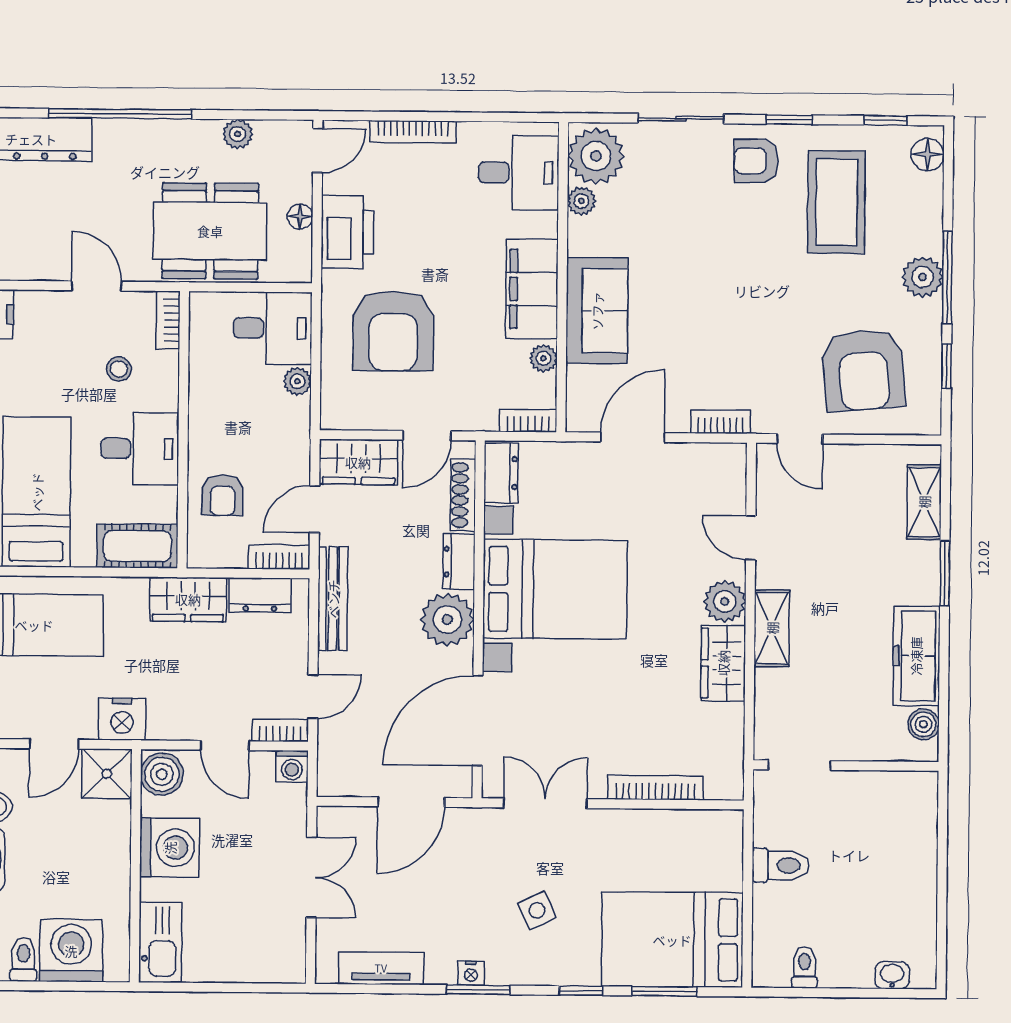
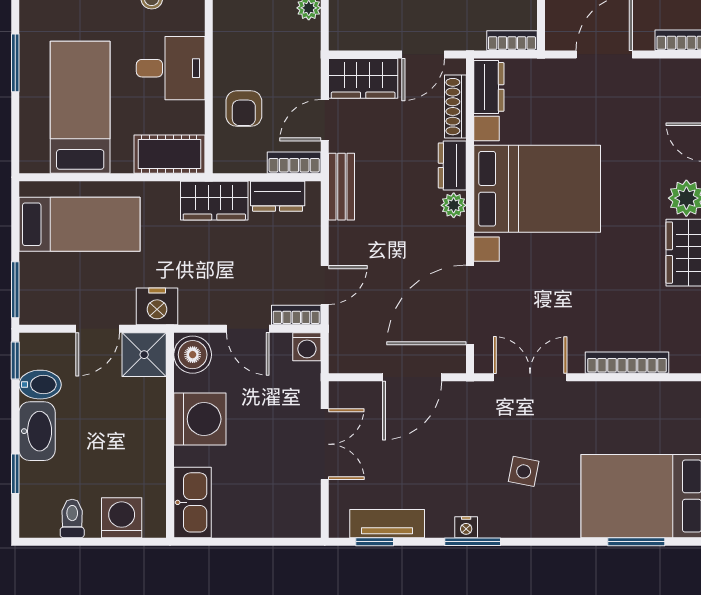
bench: (333, 599) -> (341, 187), width x0.73
plant: (447, 620) -> (454, 205), width x0.53, depth x0.53
side table: (537, 910) -> (524, 471), turned 36
washing machine: (71, 951) -> (122, 518), width x0.73, depth x0.73
window: (581, 991) -> (375, 542), moved

